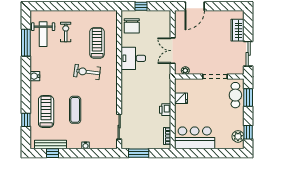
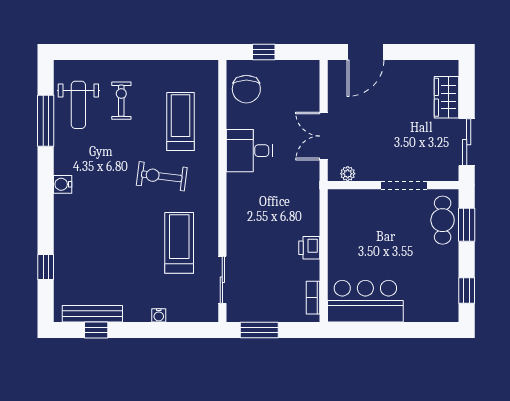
fridge: (181, 98) -> (340, 226), removed
exercise mat: (75, 110) -> (139, 248), removed
treadmill: (46, 112) -> (179, 243), moved
plant: (238, 136) -> (447, 299), removed

